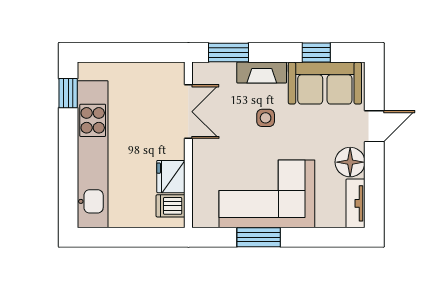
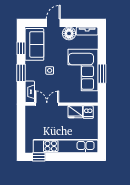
window: (228, 53) -> (21, 73), moved
fireplace: (262, 73) -> (30, 92), moved
door: (374, 126) -> (53, 23), hinge flipped

